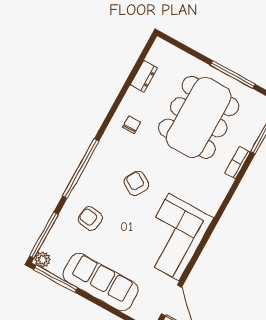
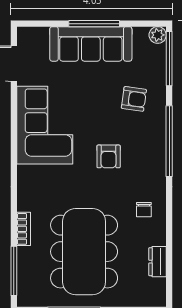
armchair: (136, 183) -> (109, 156), turned 59
window: (56, 279) -> (94, 24), moved

